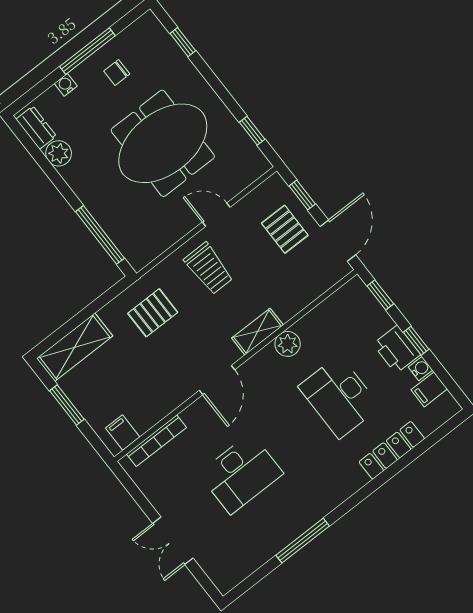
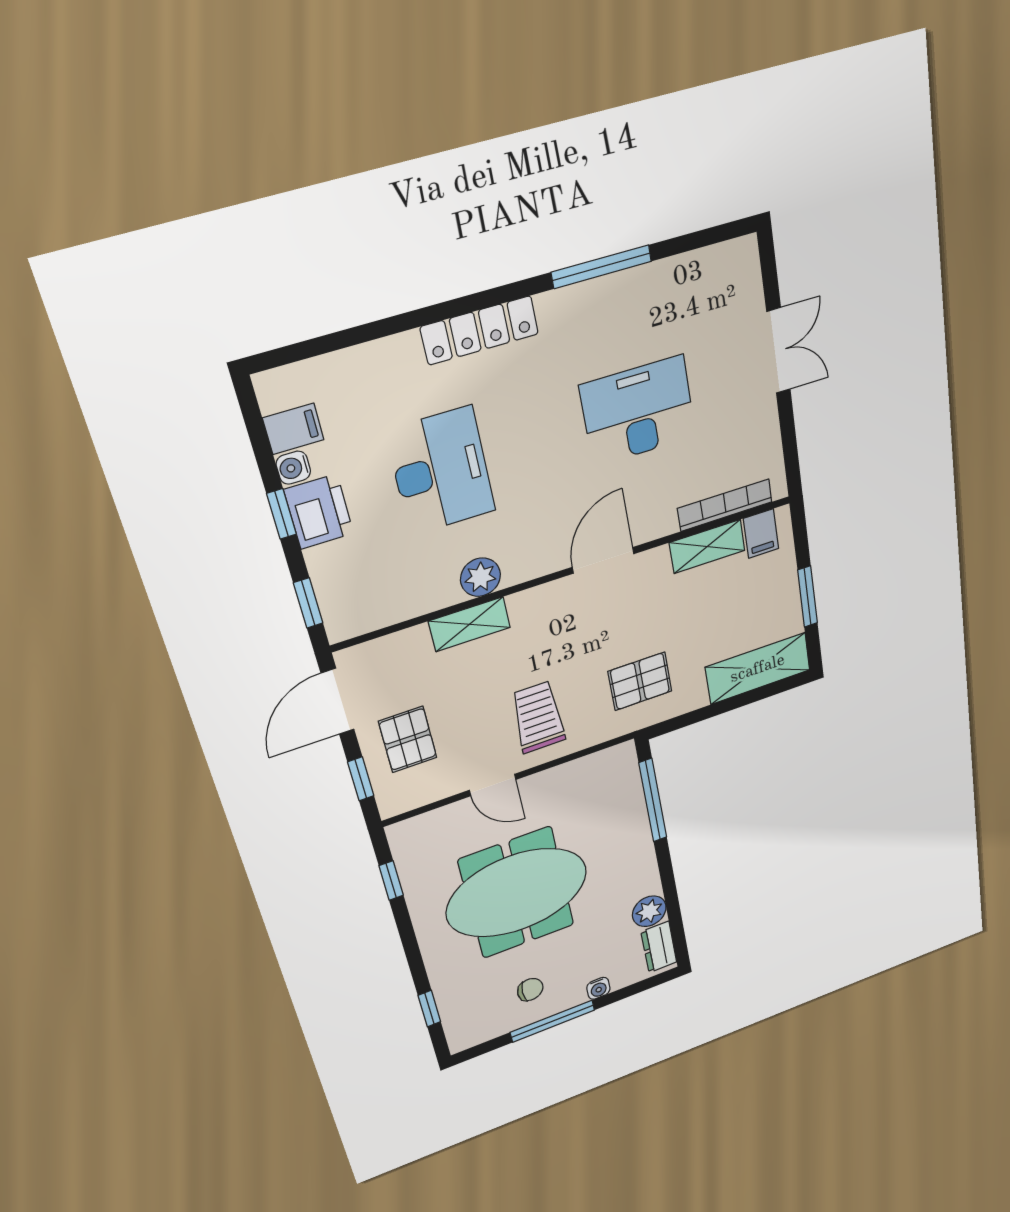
shelving: (257, 332) -> (469, 624), moved
shelving: (154, 412) -> (707, 547), added
locker: (392, 450) -> (480, 330), moved

